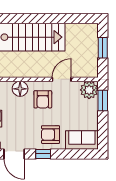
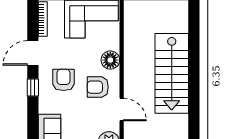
armchair: (50, 135) -> (63, 80), moved

